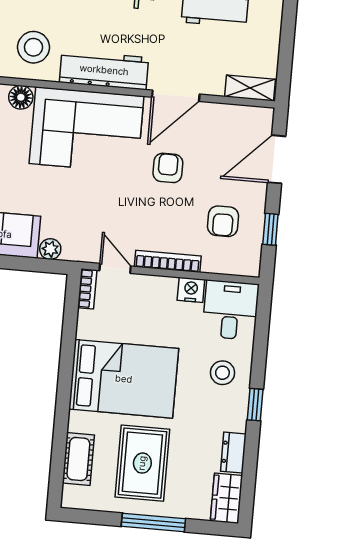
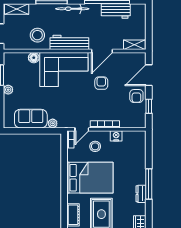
armchair: (223, 221) -> (136, 96), moved
door: (115, 268) -> (82, 129), swing flipped
desk: (231, 310) -> (134, 143), removed
stool: (222, 373) -> (95, 146), moved
window: (255, 405) -> (149, 184), width x2.17
dresser: (233, 453) -> (141, 194), moved

